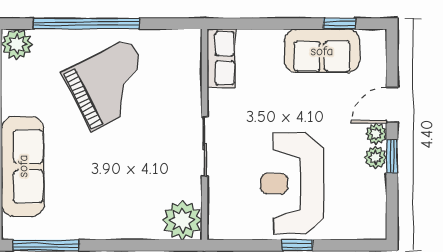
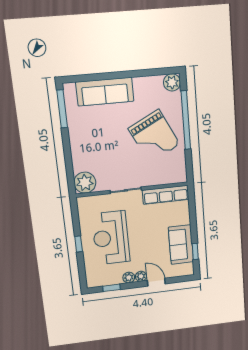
row of seats: (221, 58) -> (166, 195), width x1.48
window: (392, 156) -> (112, 288), moved
reception desk: (292, 184) -> (111, 238), turned -90

